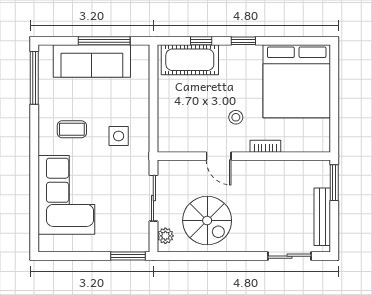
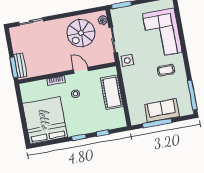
cot: (190, 60) -> (112, 92), moved, turned 90
sofa: (92, 61) -> (162, 110), width x0.73
side table: (119, 136) -> (127, 61), moved
bench: (322, 217) -> (20, 65), moved, width x0.73
spiral stairs: (207, 221) -> (81, 33), turned -90

